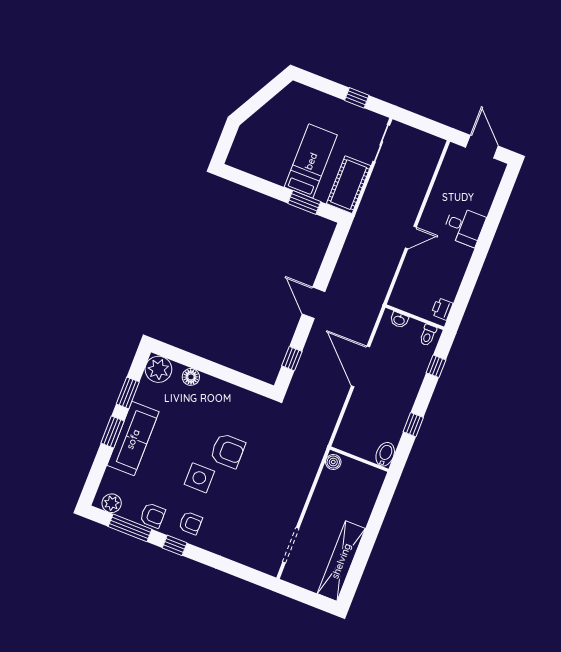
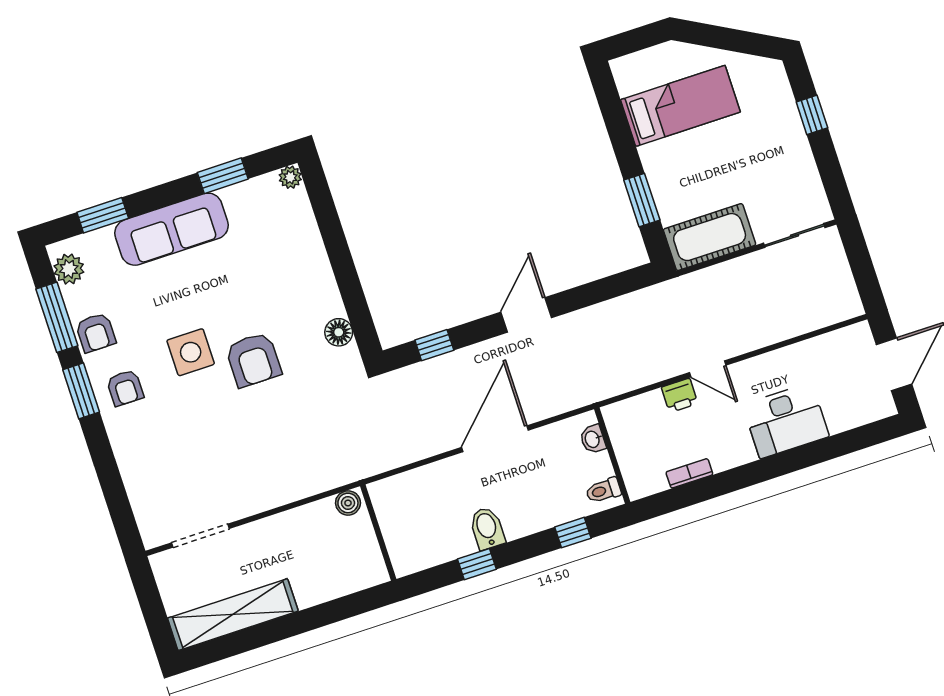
window: (357, 98) -> (812, 115), moved
bed: (311, 161) -> (680, 106), moved
desk: (464, 226) -> (786, 421), width x1.37
bookcase: (454, 287) -> (689, 473), added
printer: (442, 309) -> (680, 395), moved, turned 180
plant: (158, 369) -> (290, 177), width x0.53, depth x0.53
floor lamp: (191, 377) -> (339, 332), moved
window: (112, 432) -> (103, 215), moved
bidet: (385, 454) -> (487, 528), moved, turned -90
window: (175, 545) -> (81, 391), width x1.50

